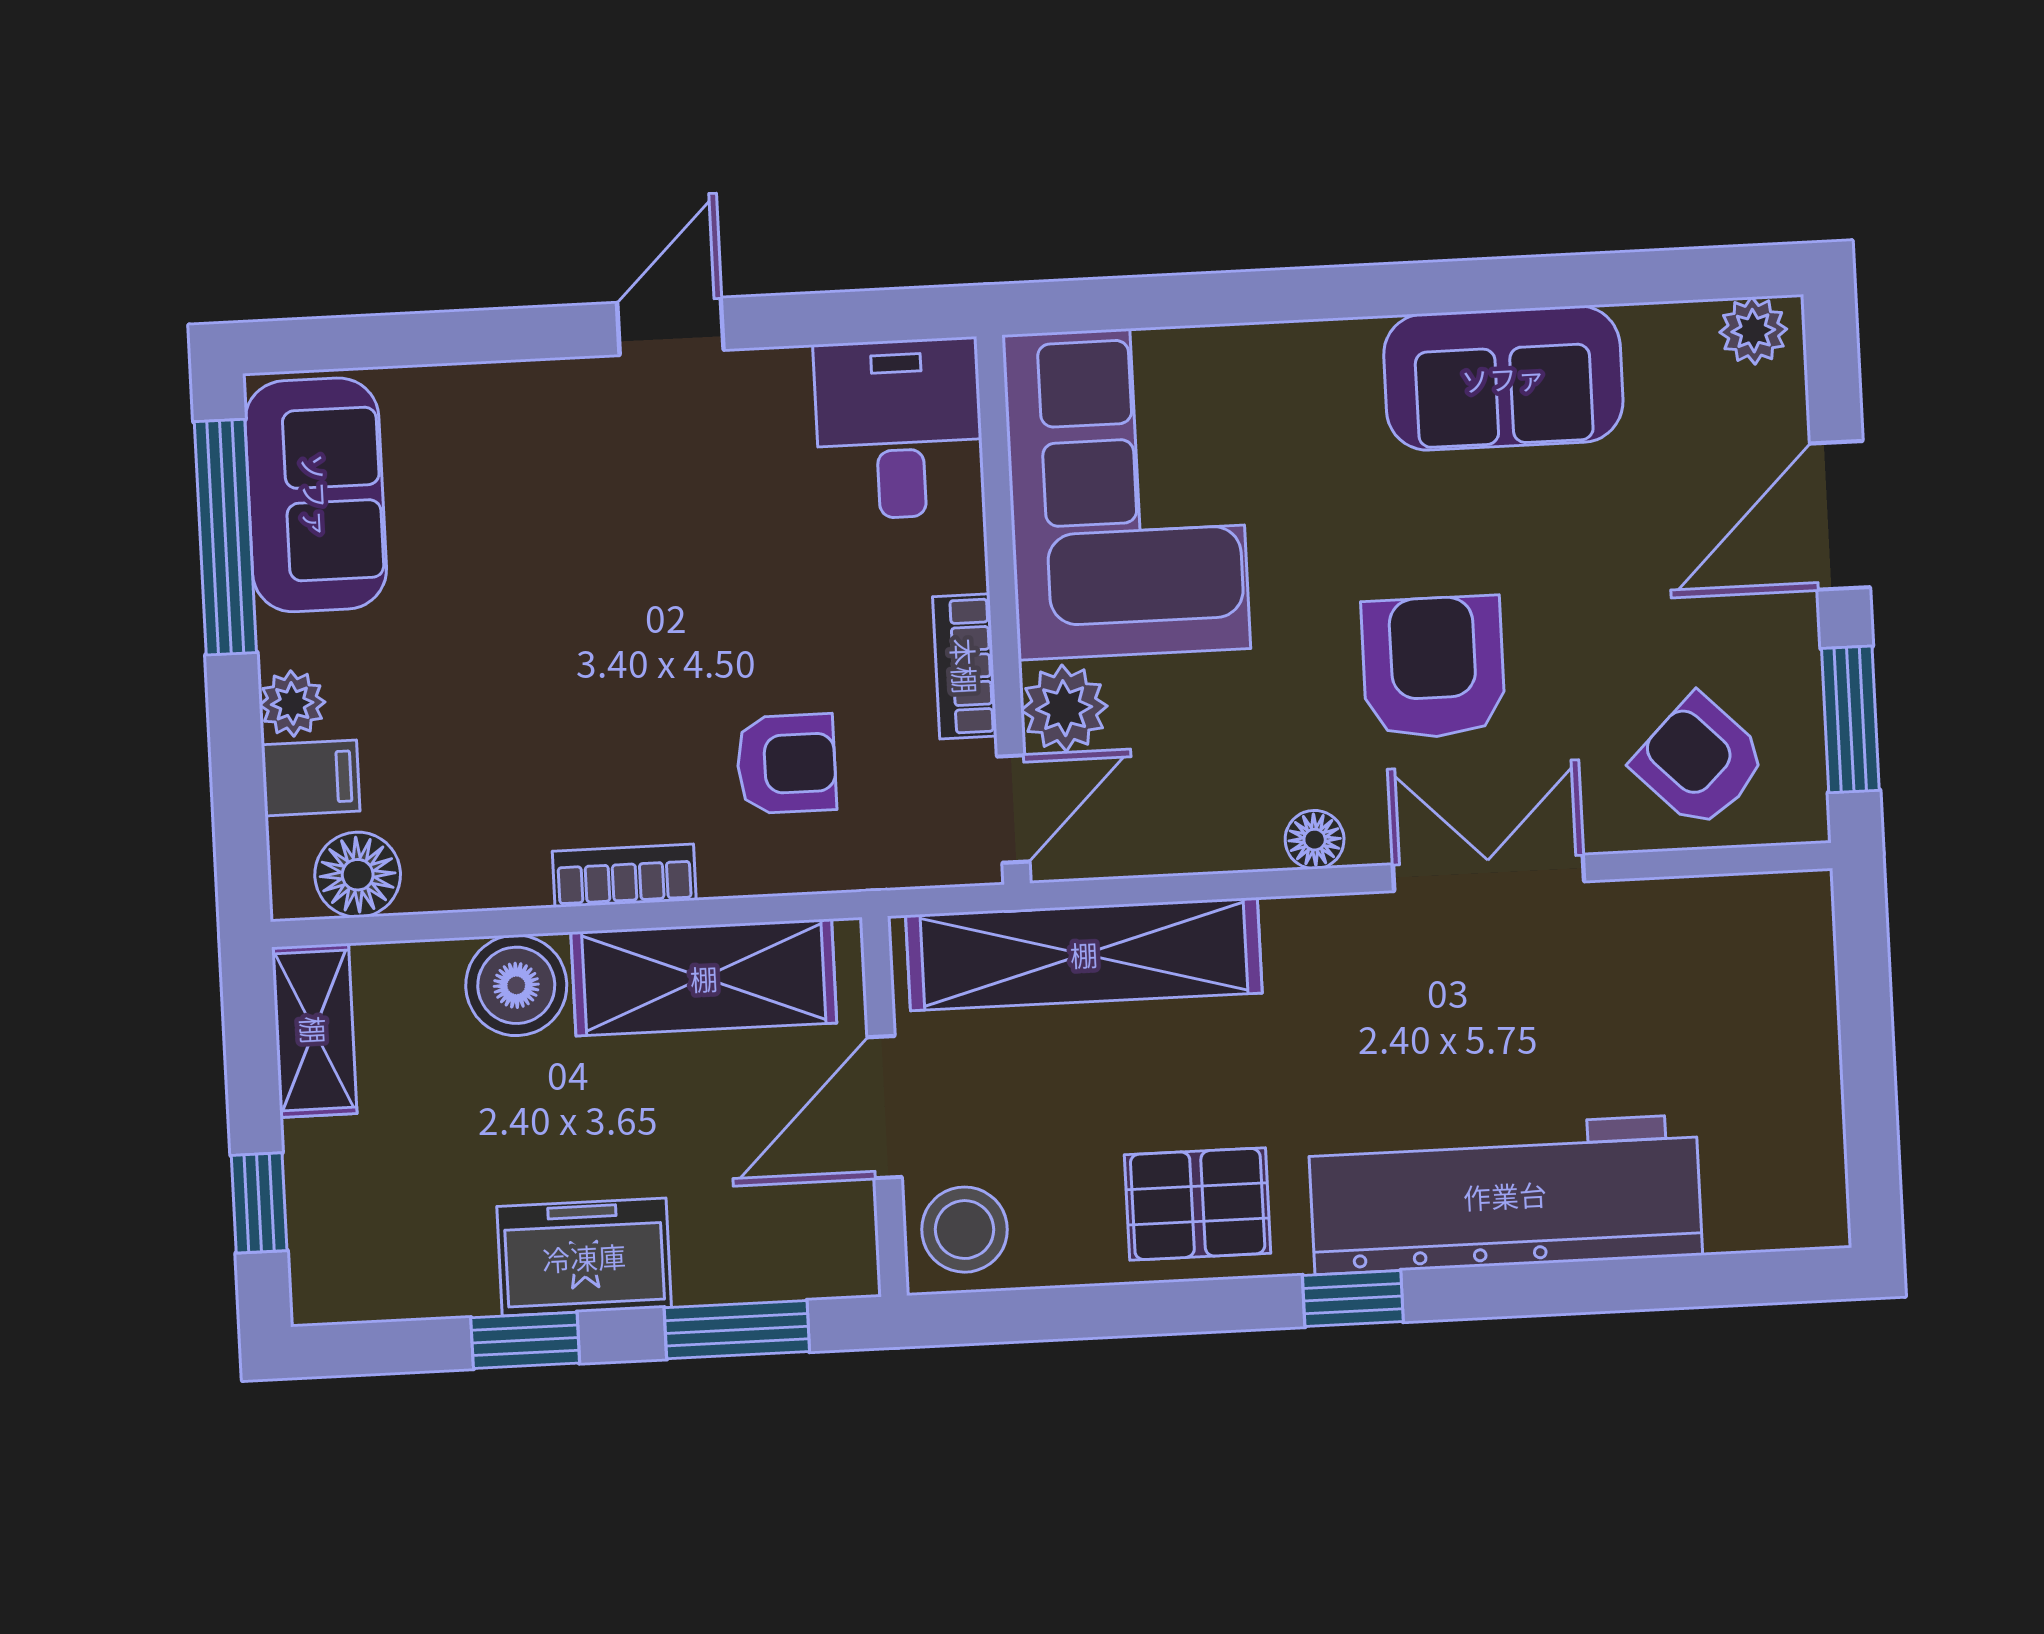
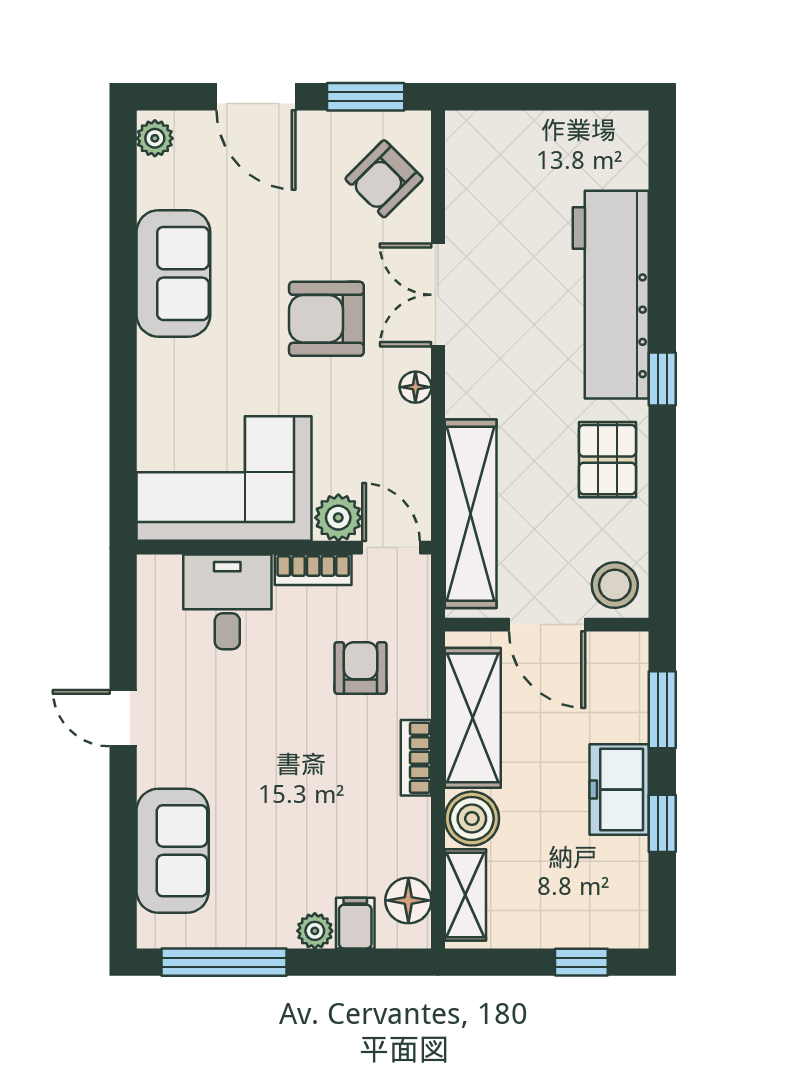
desk: (899, 429) -> (227, 602), moved, turned 90
sofa: (316, 495) -> (173, 851), moved, turned 90
shelving: (314, 1030) -> (465, 895), moved, turned 90

